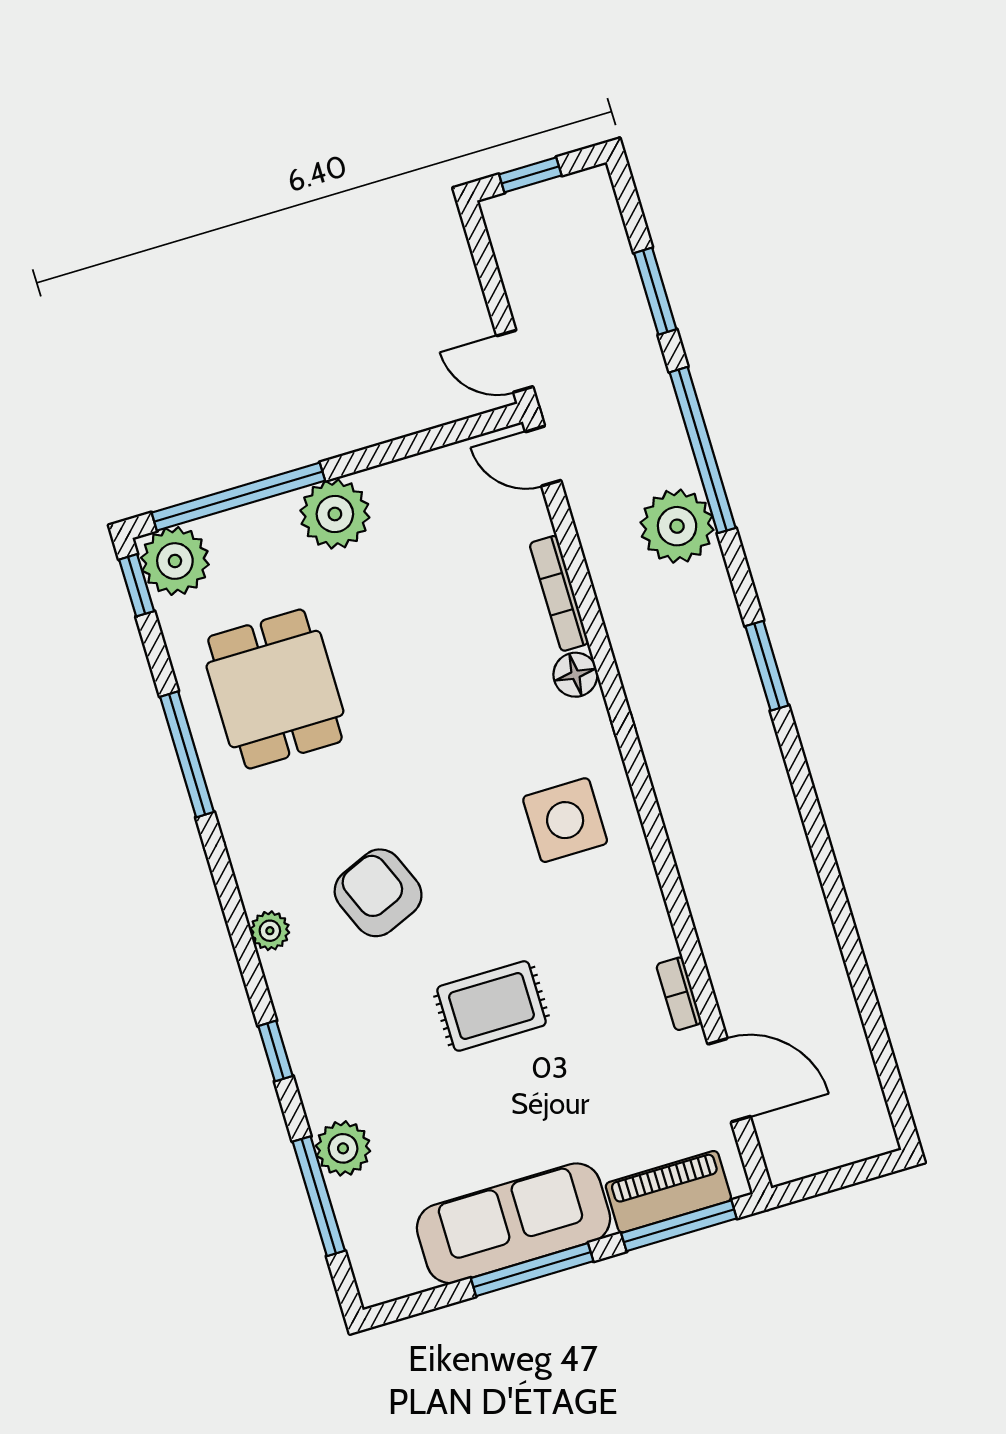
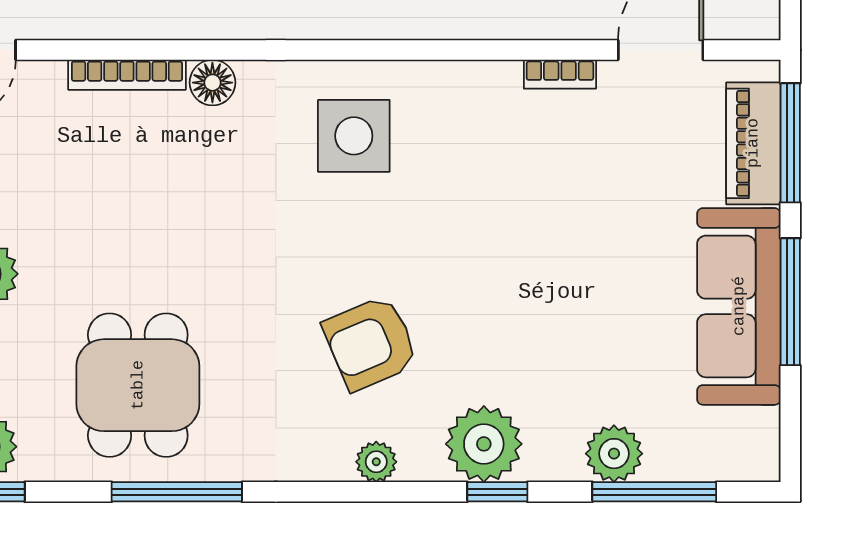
dining table: (275, 689) -> (138, 385), turned 90
rug: (491, 1006) -> (517, 264), removed
plant: (316, 1025) -> (484, 444), added

